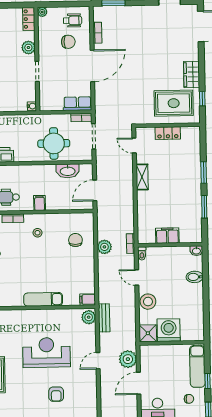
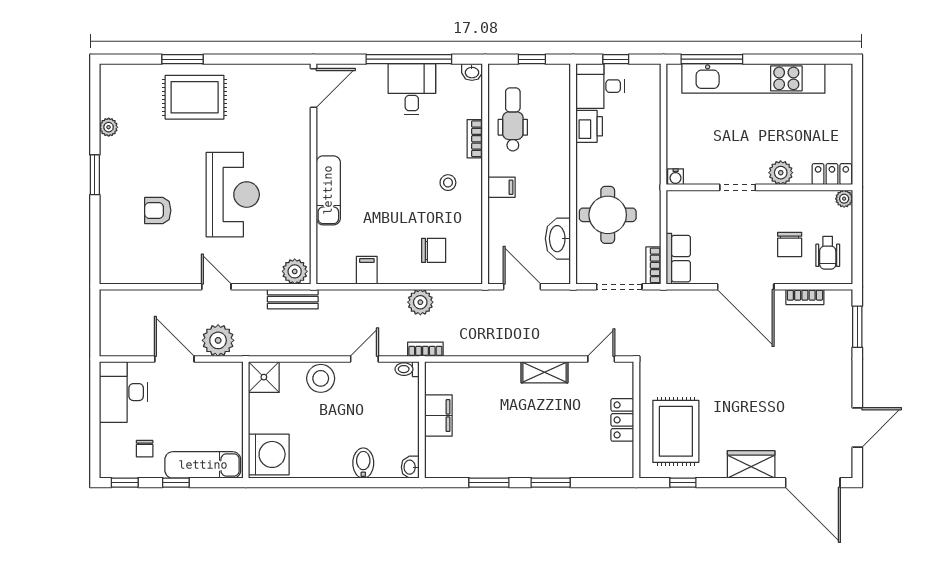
wardrobe: (192, 75) -> (751, 464), moved
filing cabinet: (88, 299) -> (367, 270), moved
washing machine: (169, 330) -> (269, 454), moved

